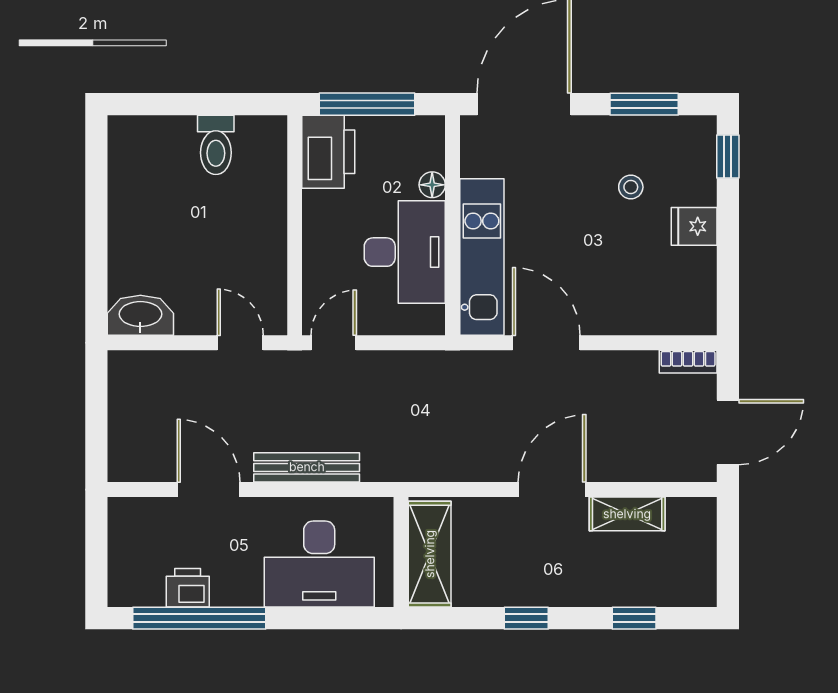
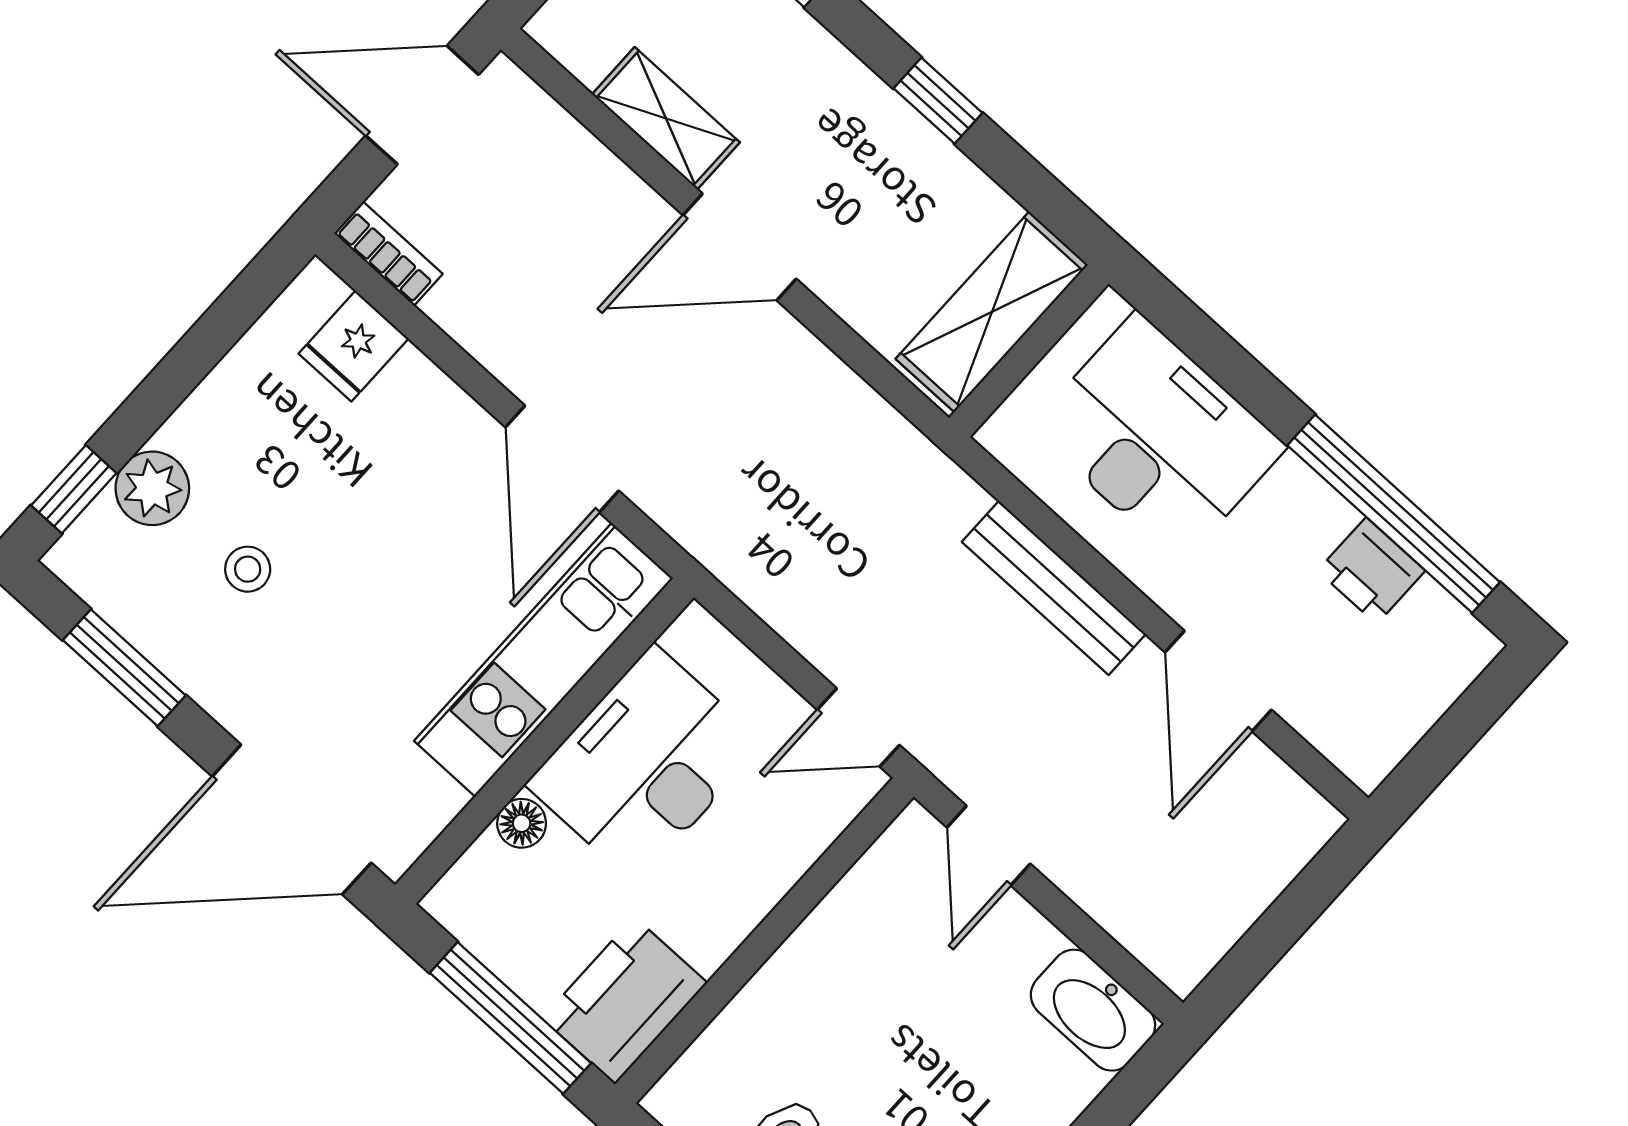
plant: (697, 185) -> (152, 488), added
fridge: (694, 226) -> (354, 346), moved, turned 90

